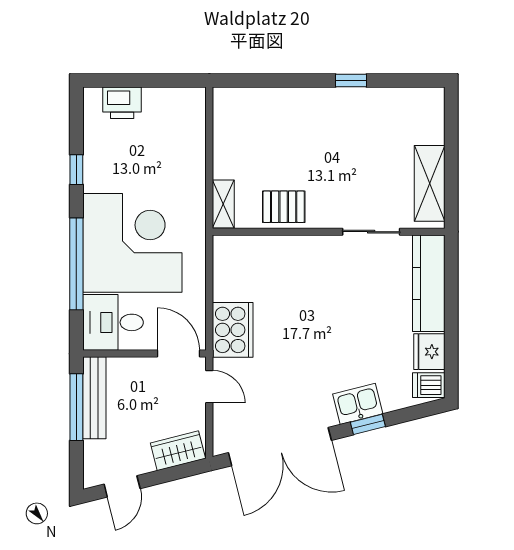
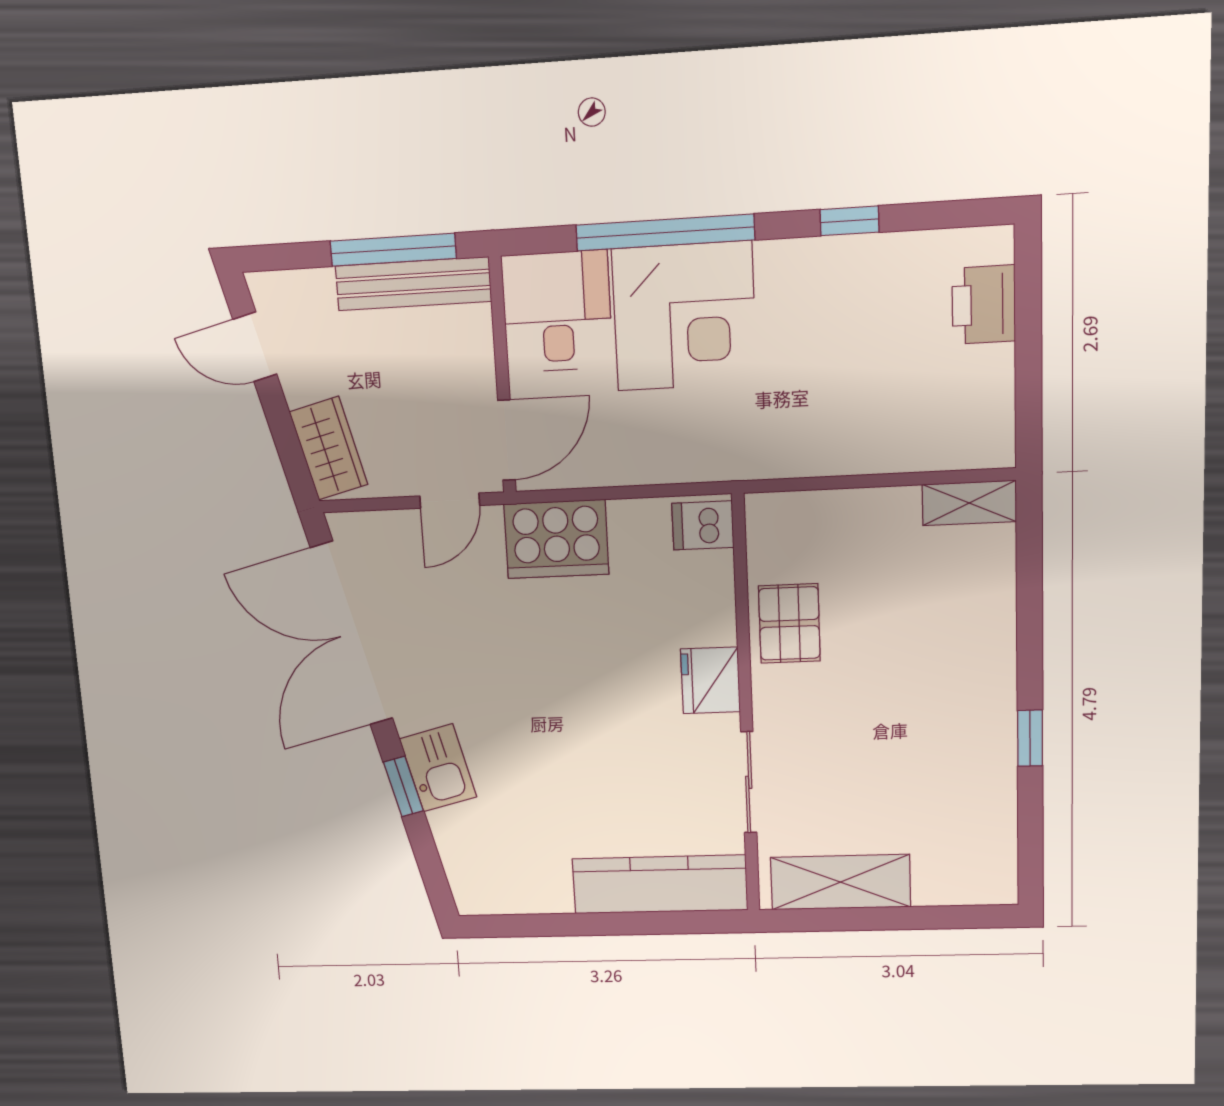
shelving: (223, 204) -> (969, 503), moved
corner desk: (132, 243) -> (684, 316), width x0.74, depth x0.74
fridge: (429, 352) -> (710, 680), moved, turned -90
dishwasher: (429, 385) -> (703, 525), moved, turned -90

